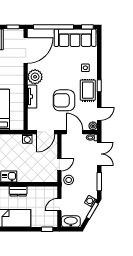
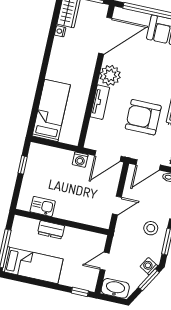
door: (75, 132) -> (148, 165), swing flipped
stool: (69, 180) -> (151, 228), moved

